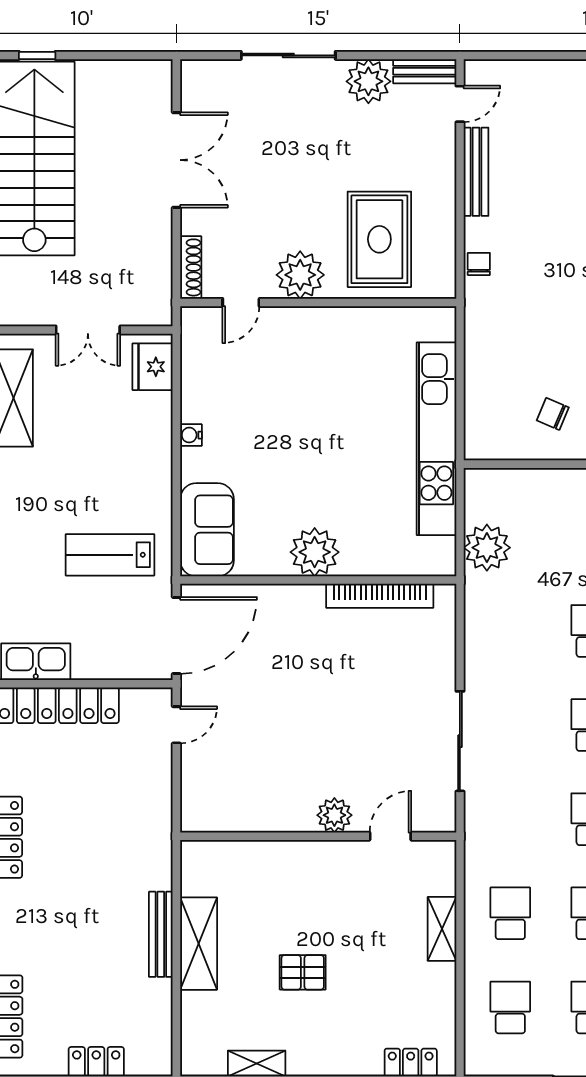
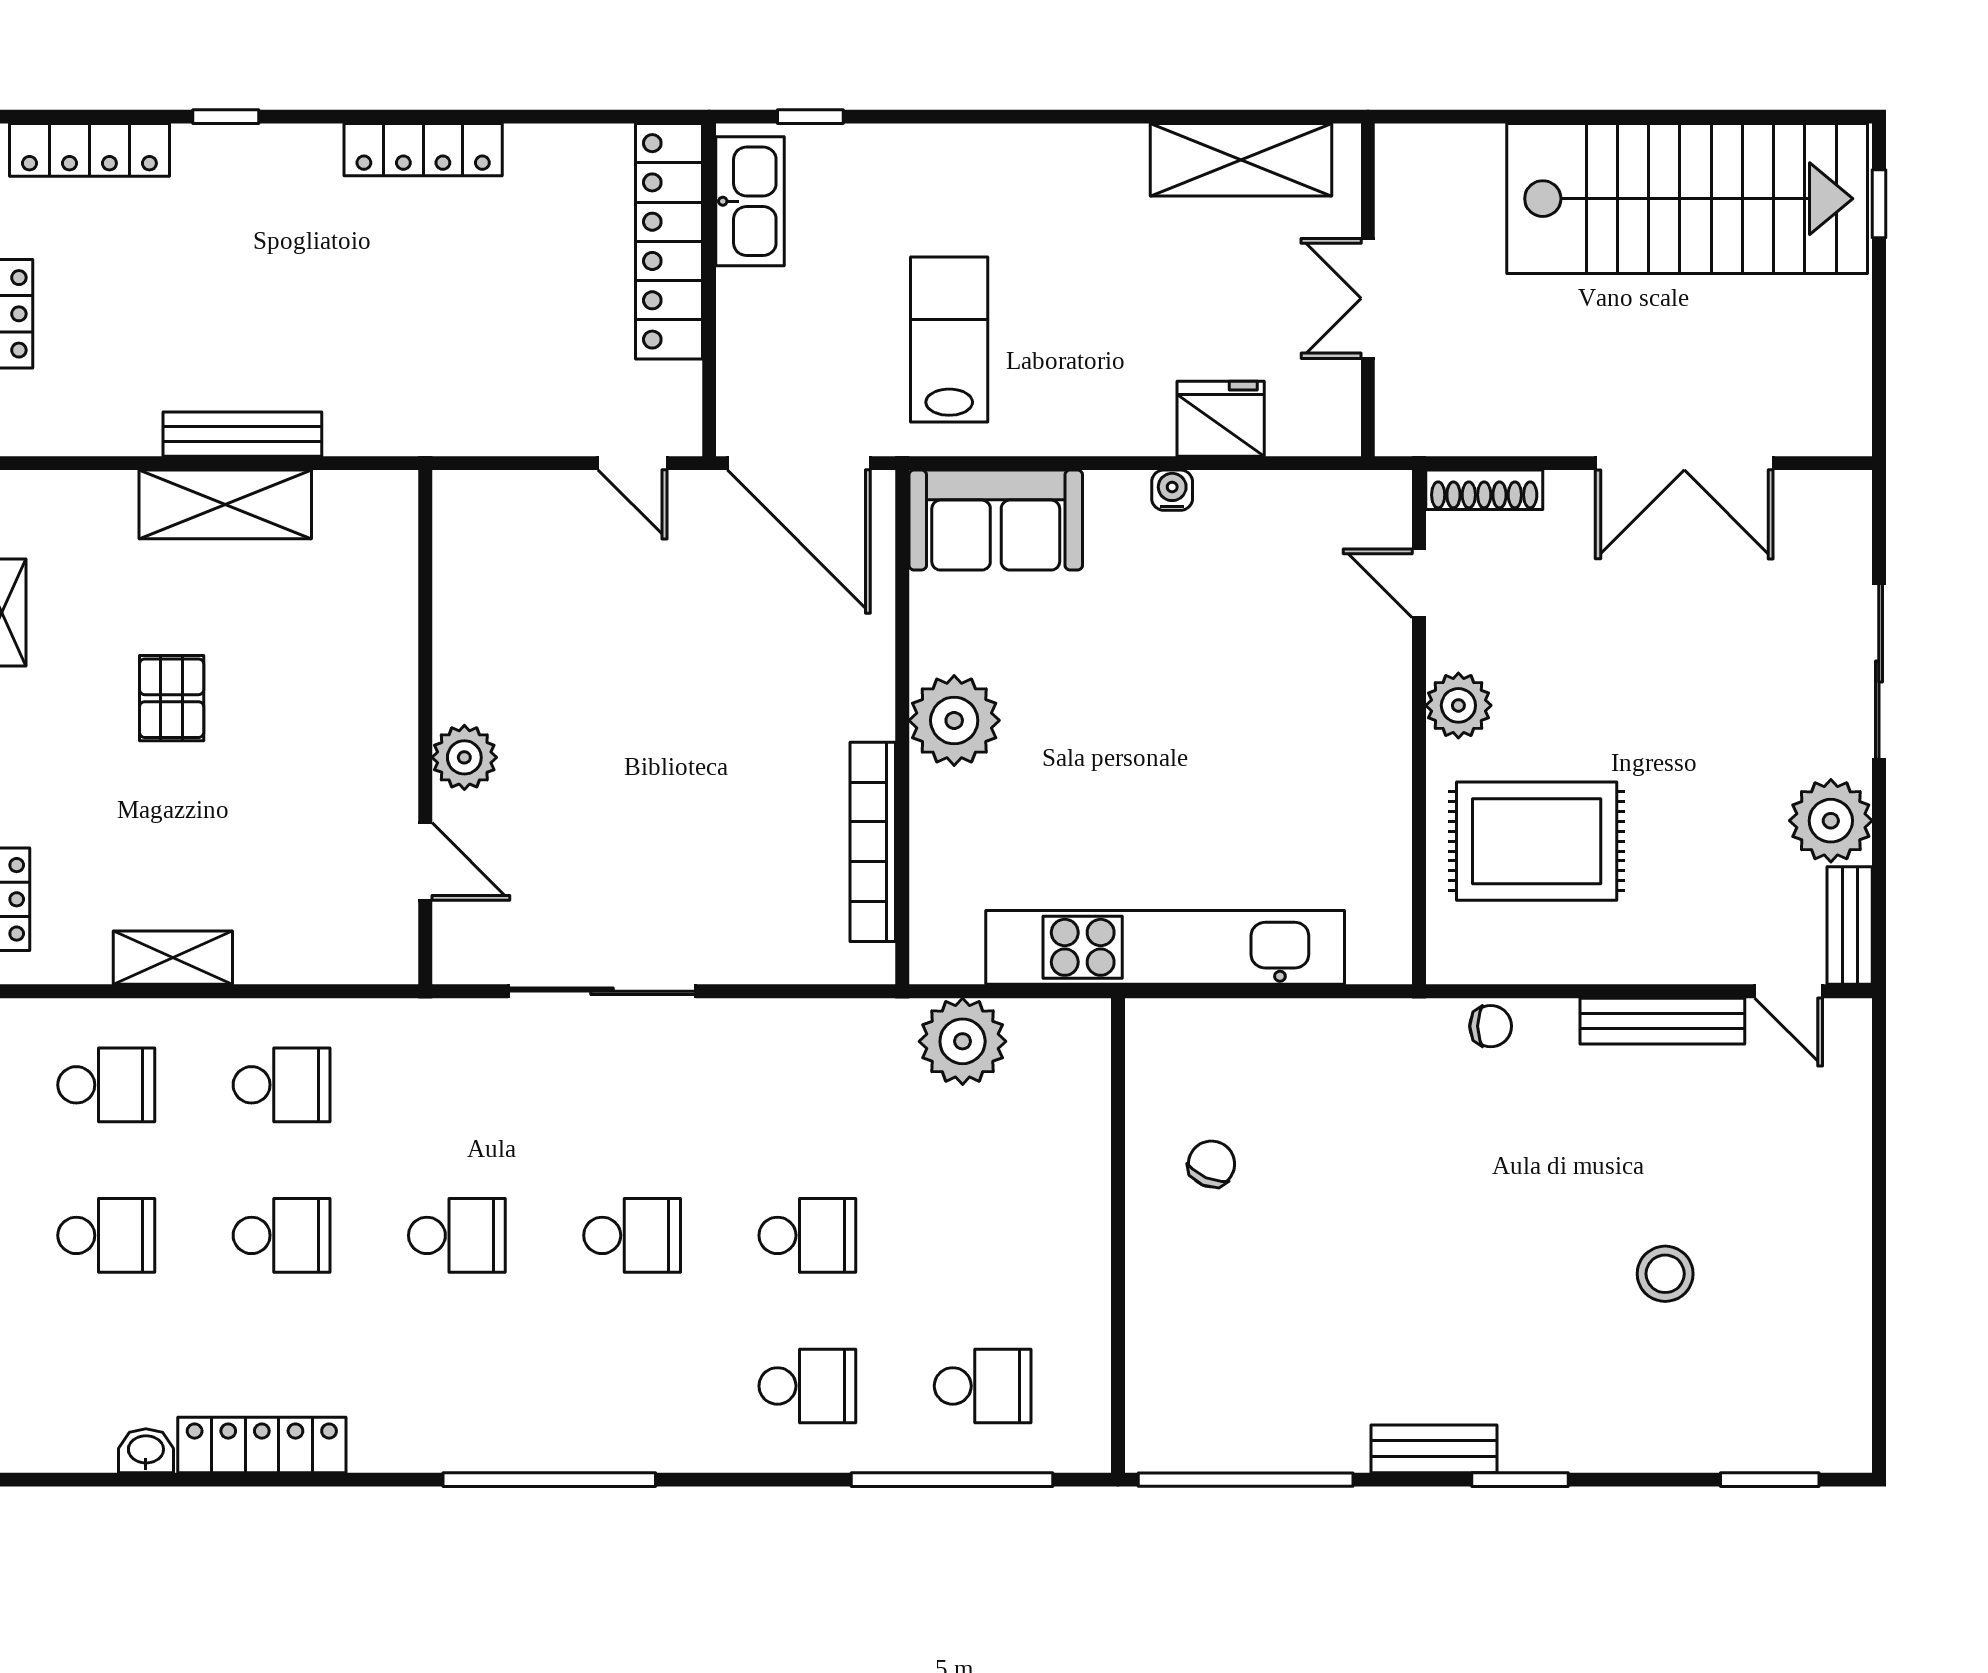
plant: (300, 275) -> (1458, 705), width x0.73, depth x0.73
fridge: (153, 367) -> (1221, 419), moved
shelving: (442, 929) -> (173, 958), moved

